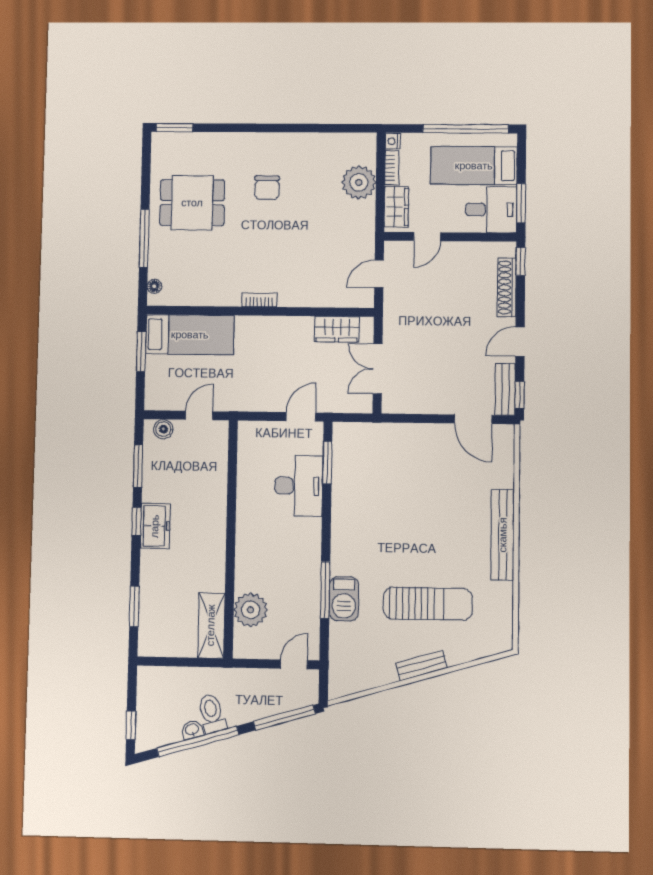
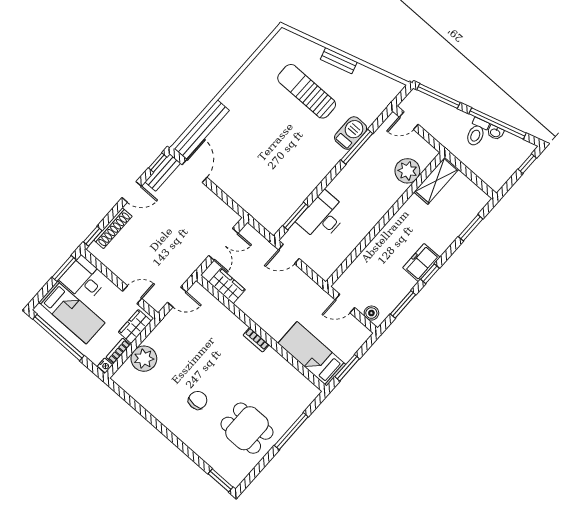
floor lamp: (154, 286) -> (309, 399), removed
bench: (503, 535) -> (202, 130), moved

